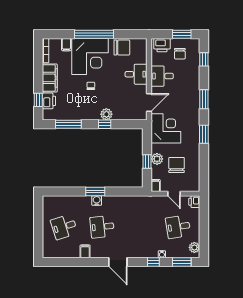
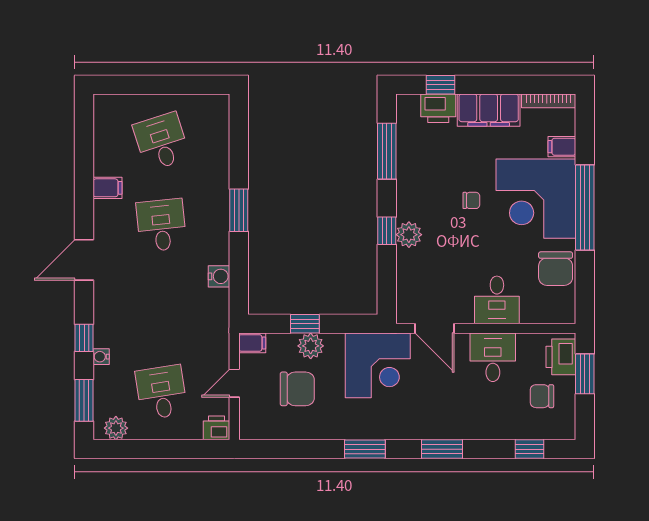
window: (182, 34) -> (585, 374), moved
water cooler: (97, 201) -> (219, 276), moved

